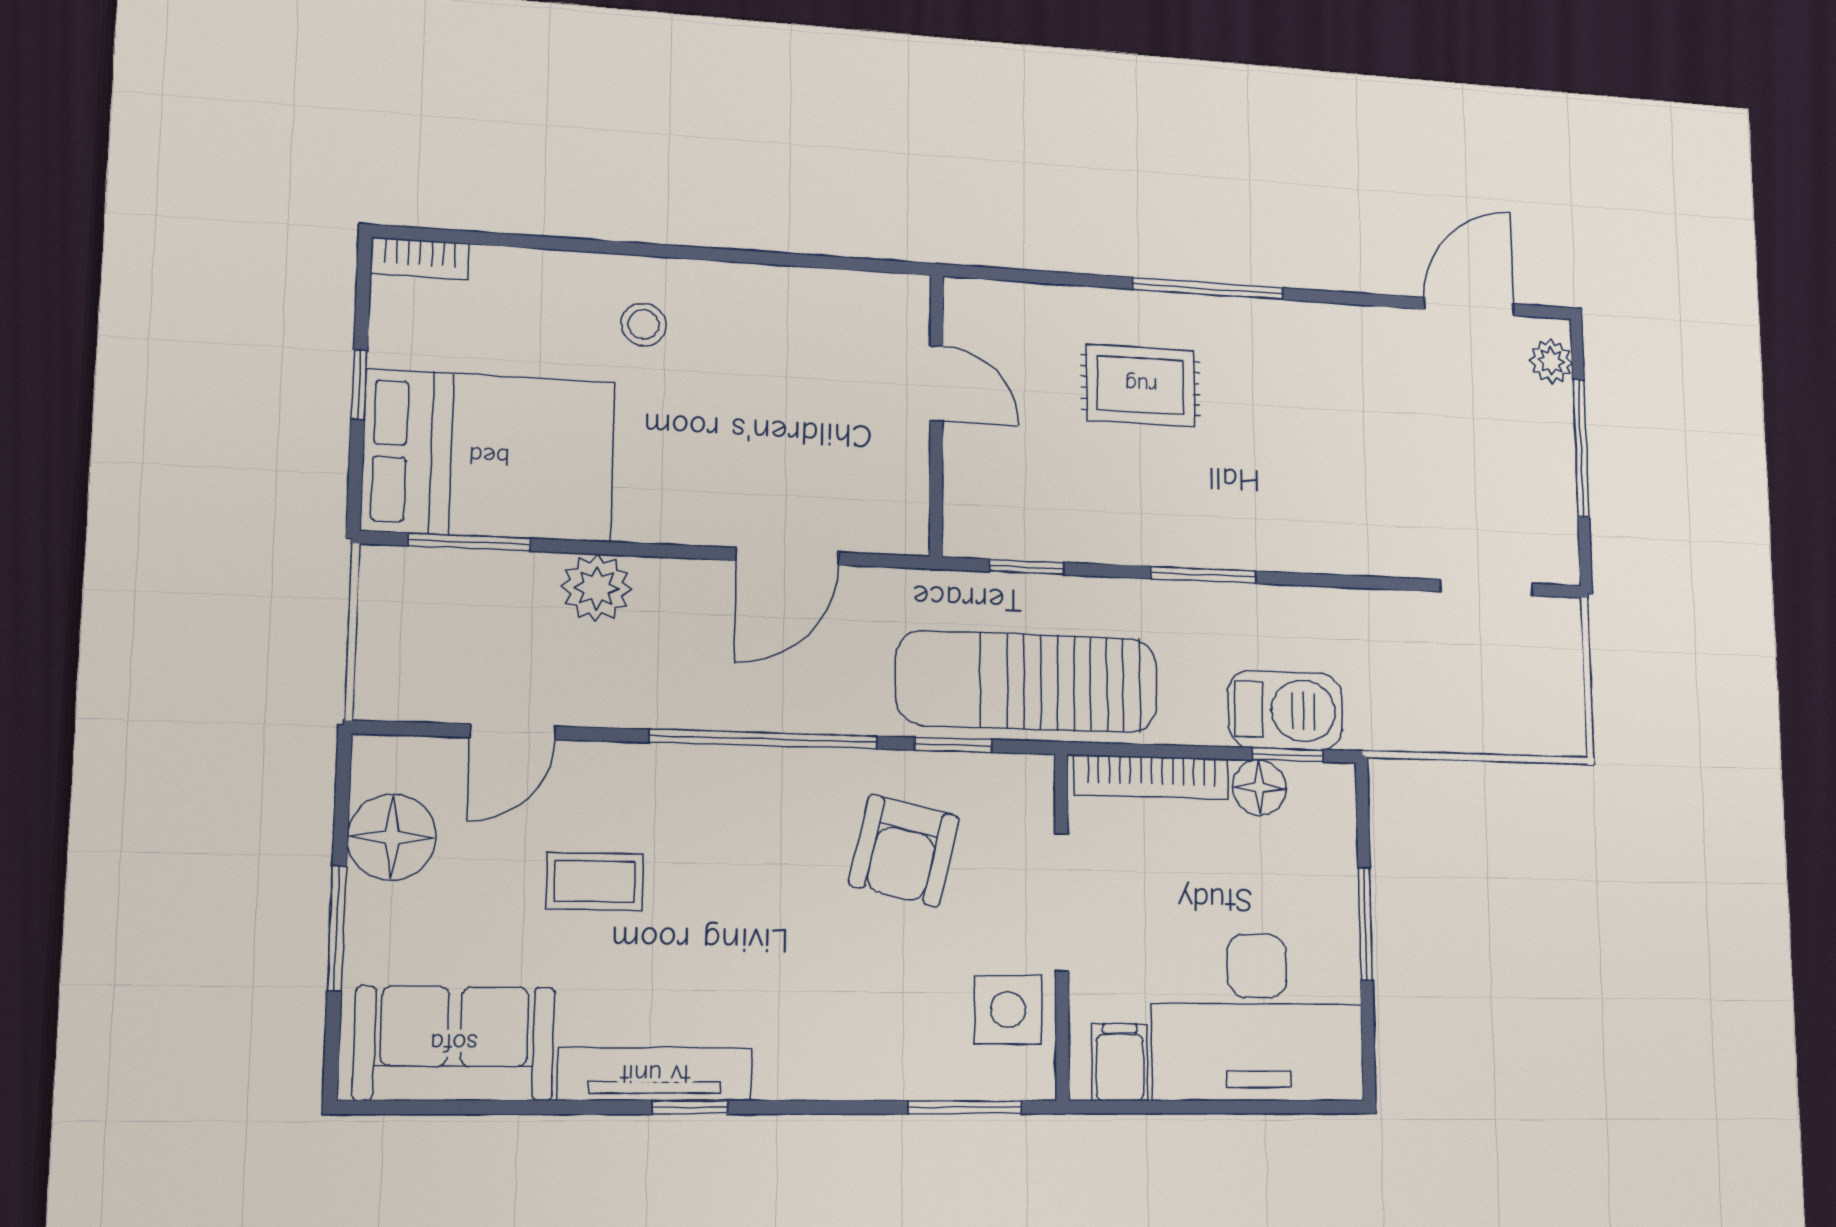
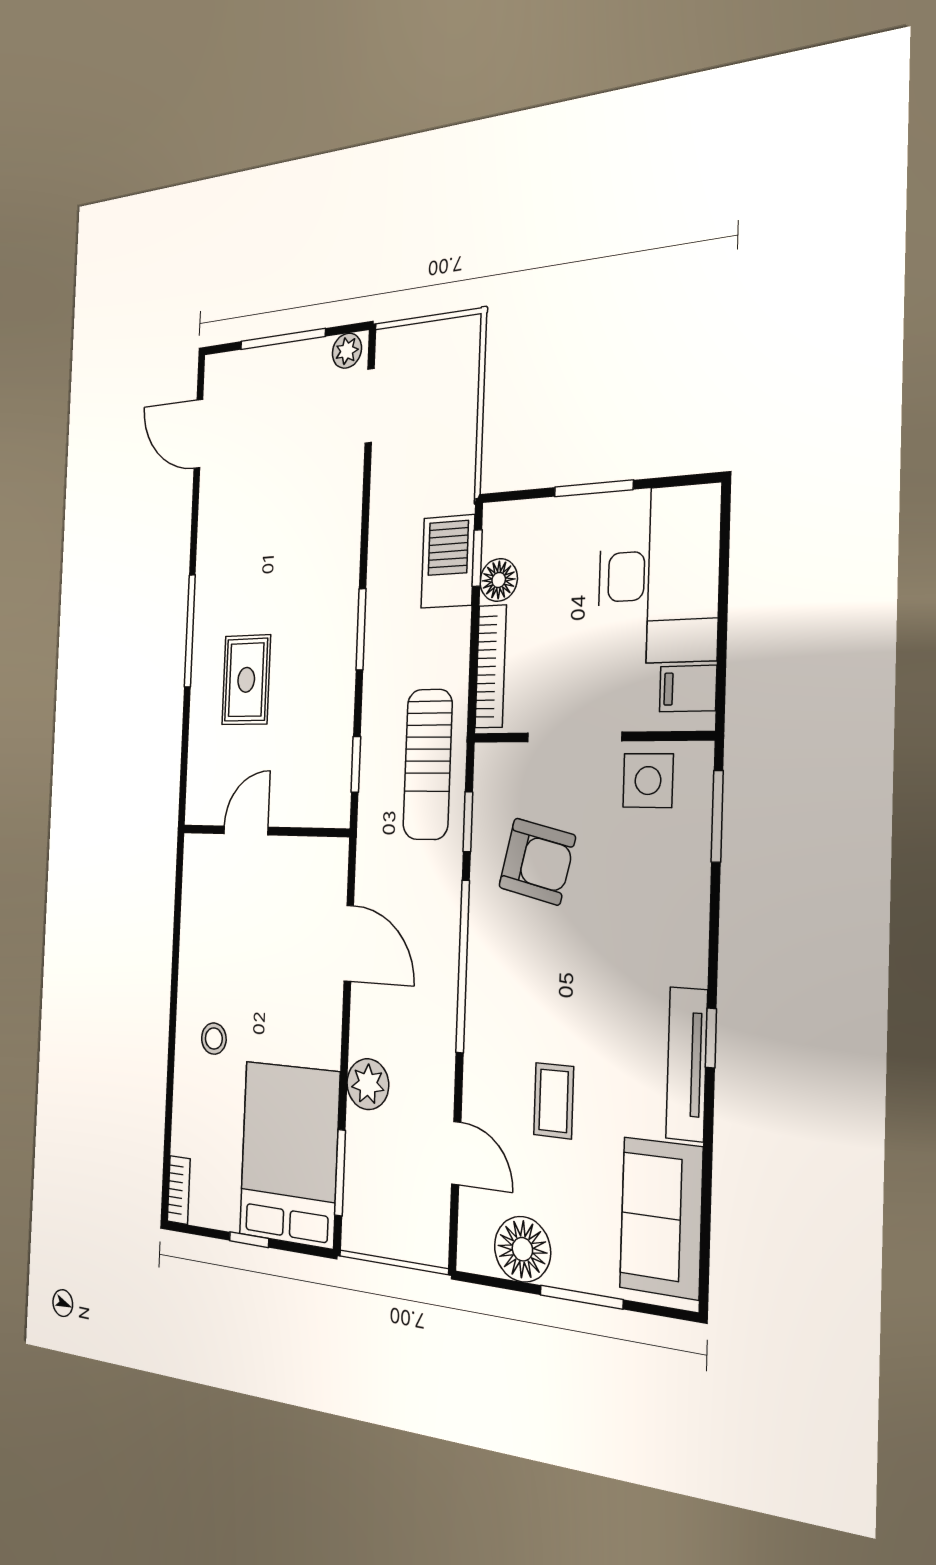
plant: (1551, 361) -> (347, 351), moved
sun lounger: (1027, 682) -> (428, 764), width x0.73, depth x0.75

